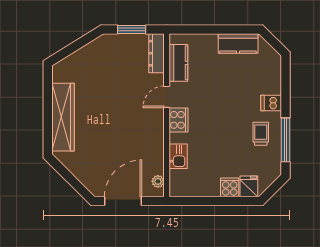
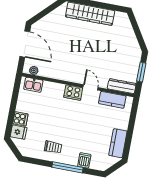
dishwasher: (271, 103) -> (84, 160), moved
window: (285, 140) -> (68, 167), moved
kitchen sink: (178, 156) -> (33, 85), moved

